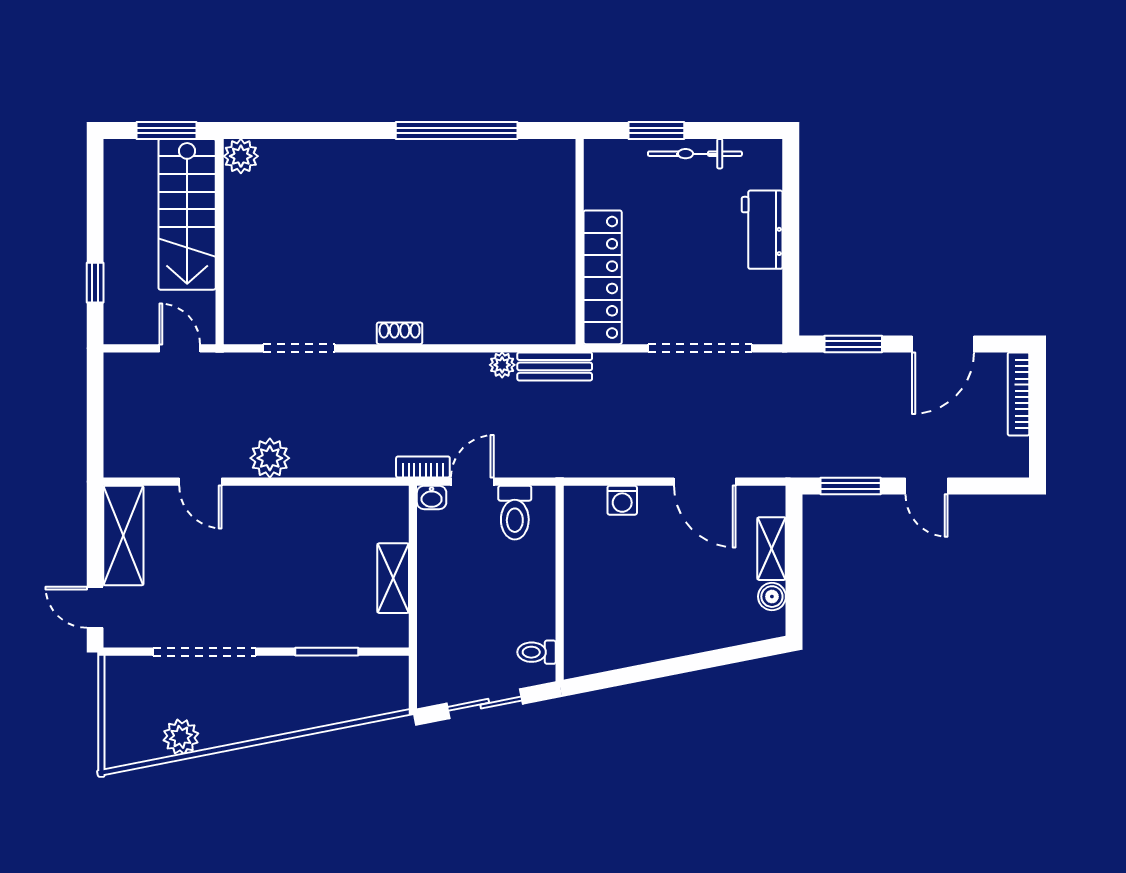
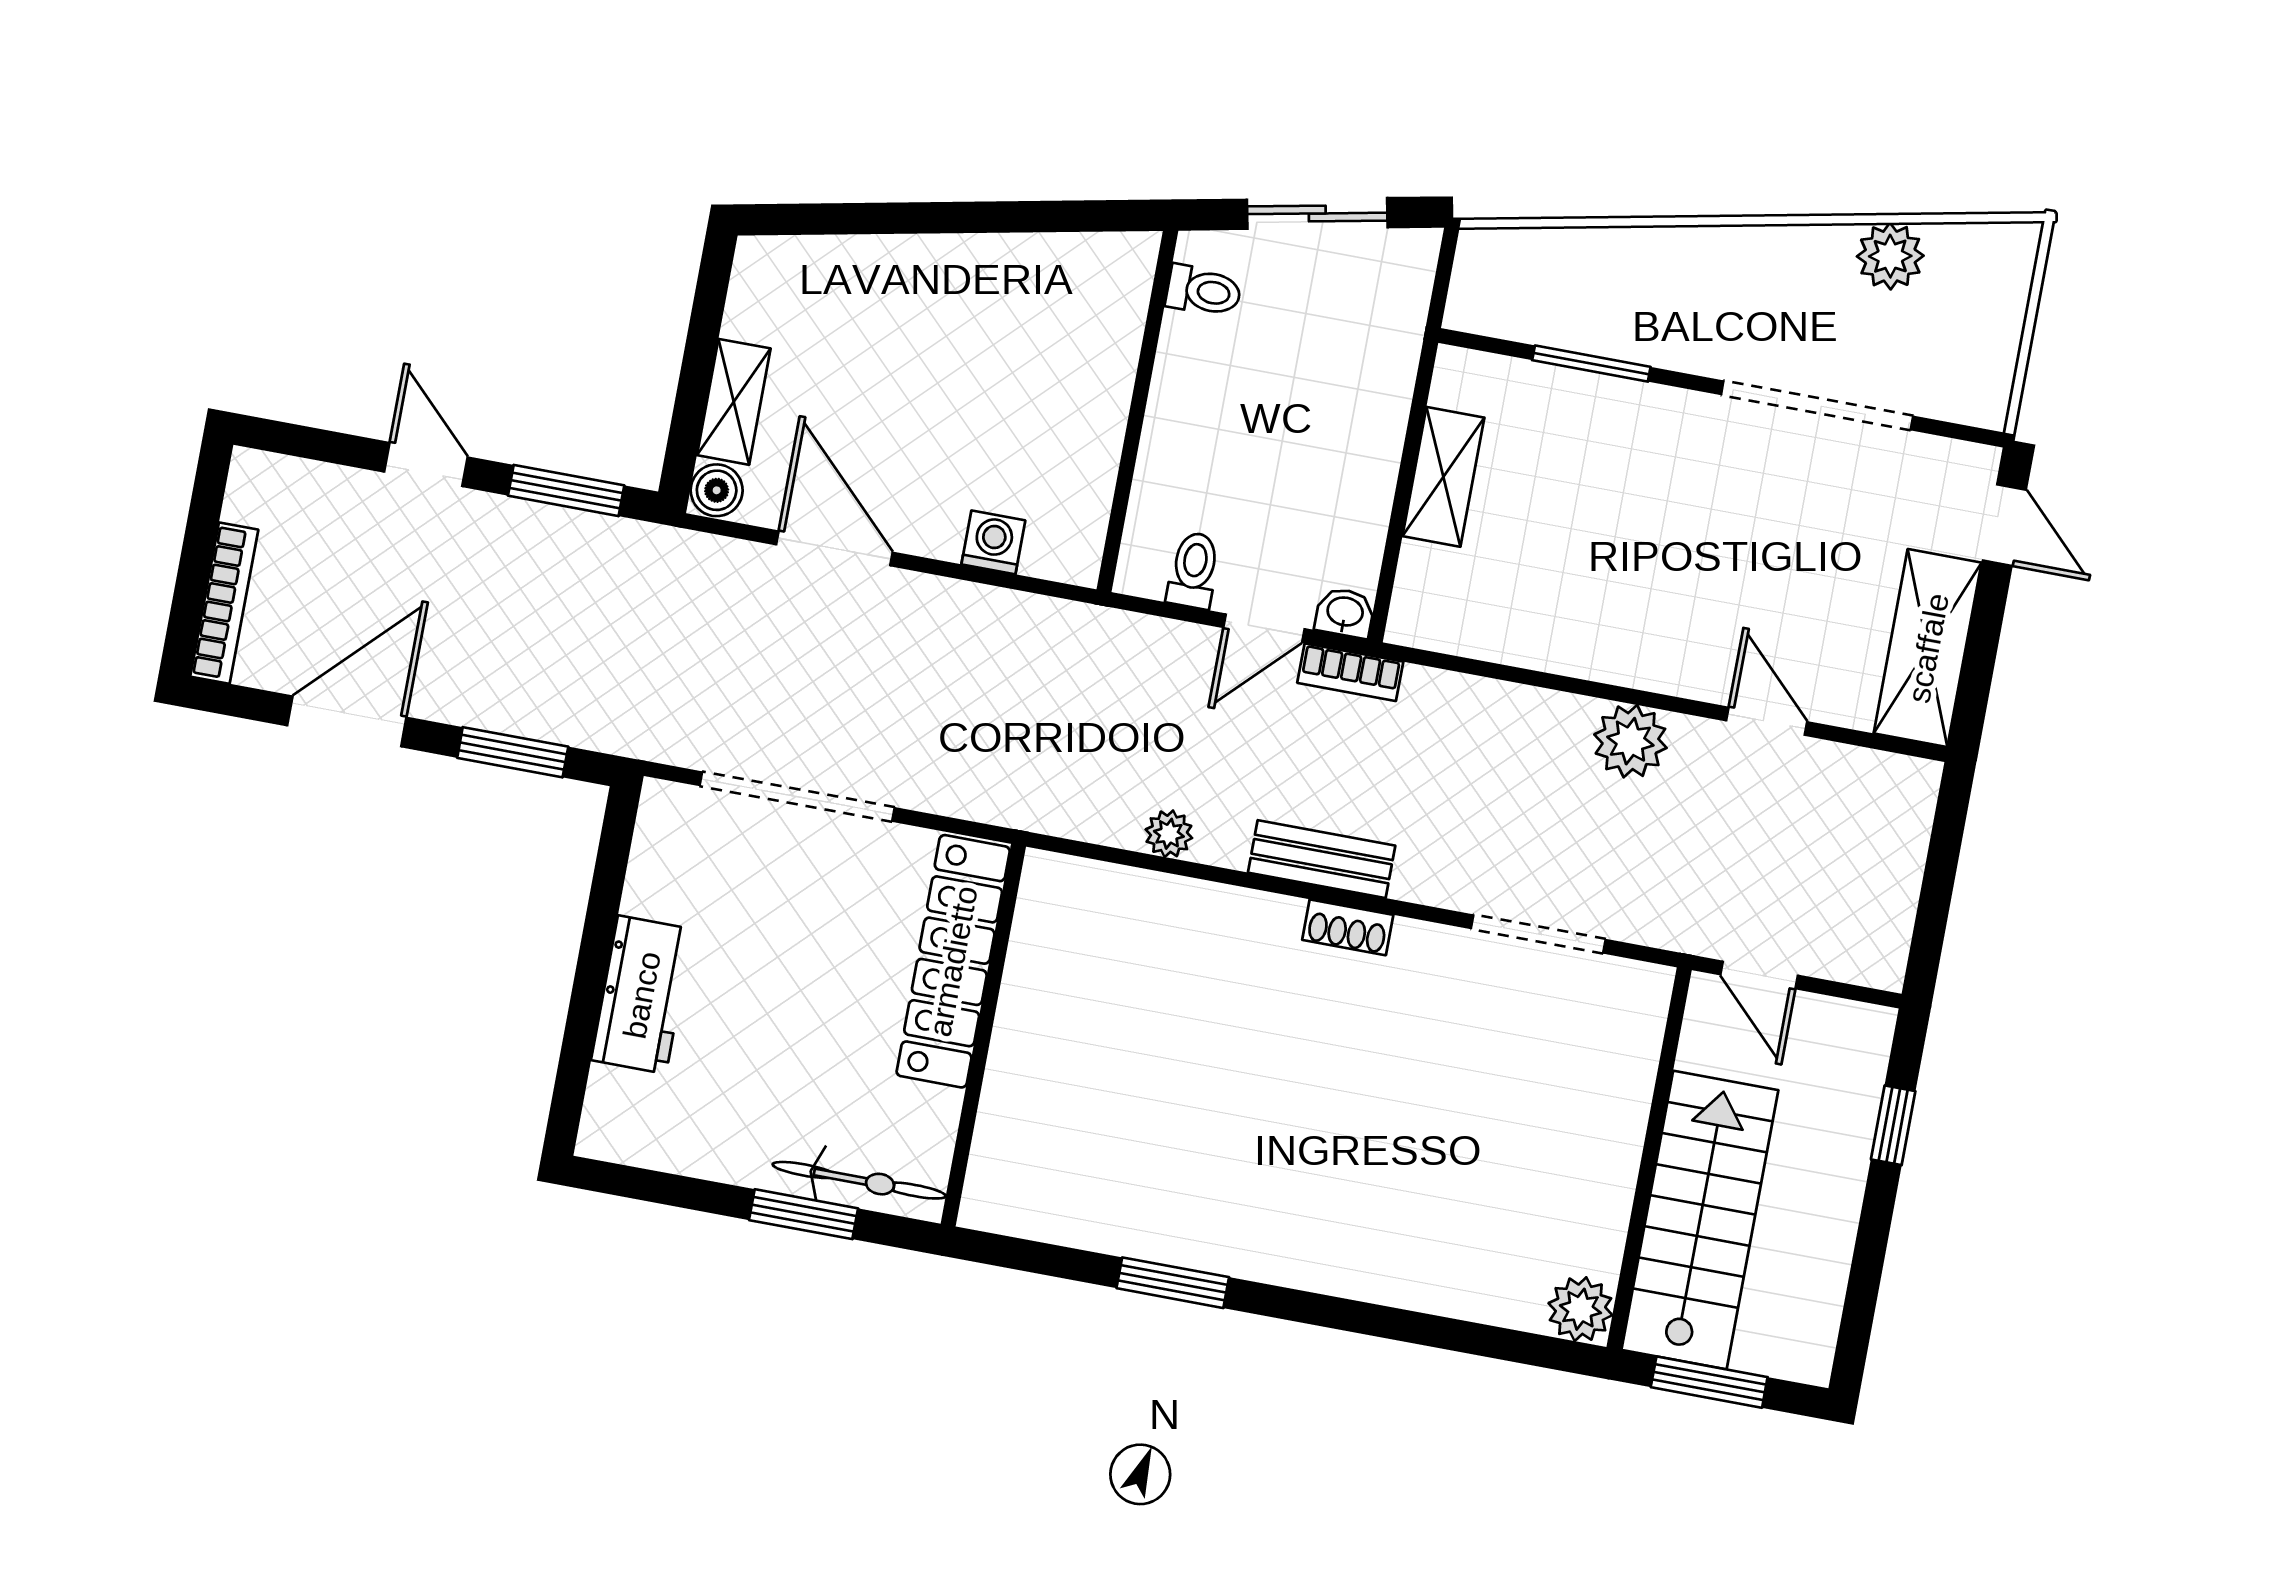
window: (457, 131) -> (1173, 1283), width x0.47
bicycle: (695, 154) -> (859, 1180), moved
bench: (555, 366) -> (1322, 859), moved
toilet: (515, 513) -> (1194, 570), width x0.73, depth x0.72
boiler: (772, 597) -> (717, 490), moved

